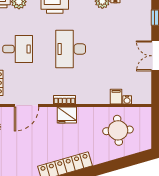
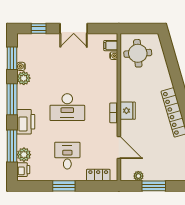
filing cabinet: (116, 97) -> (111, 46), moved
round table: (118, 130) -> (138, 53), moved

